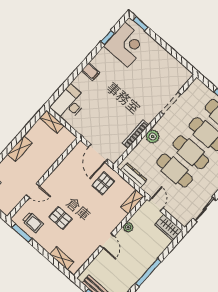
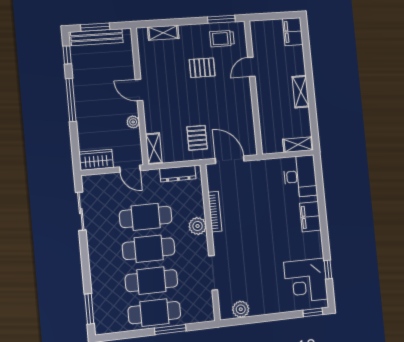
plant: (177, 68) -> (241, 309), added
filing cabinet: (91, 72) -> (310, 217), width x2.00

